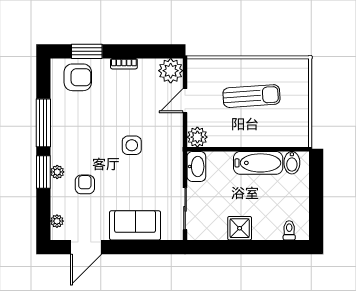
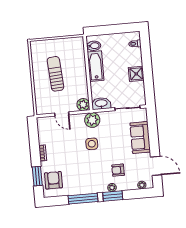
plant: (171, 71) -> (92, 120), moved

